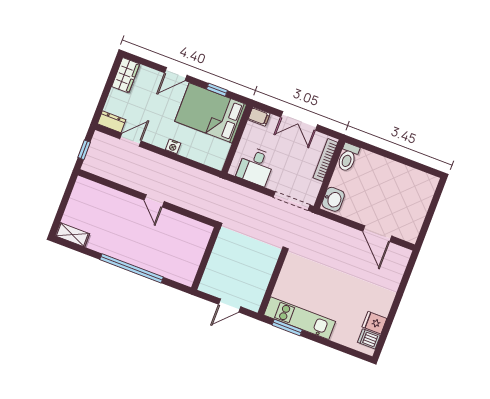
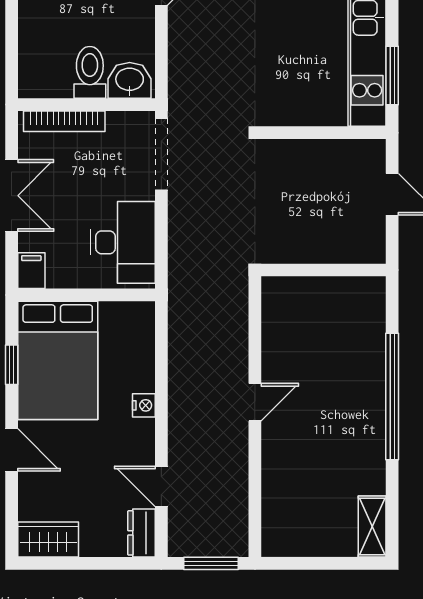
window: (84, 150) -> (211, 563), width x1.50
toilet: (348, 157) -> (90, 72), moved, turned -90
desk: (256, 166) -> (123, 242), width x1.37

